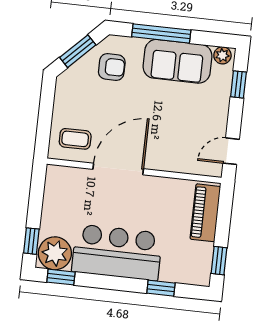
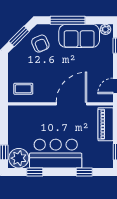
armchair: (112, 67) -> (40, 44), turned 67
door: (118, 169) -> (71, 104), moved
window: (61, 277) -> (35, 172), moved

